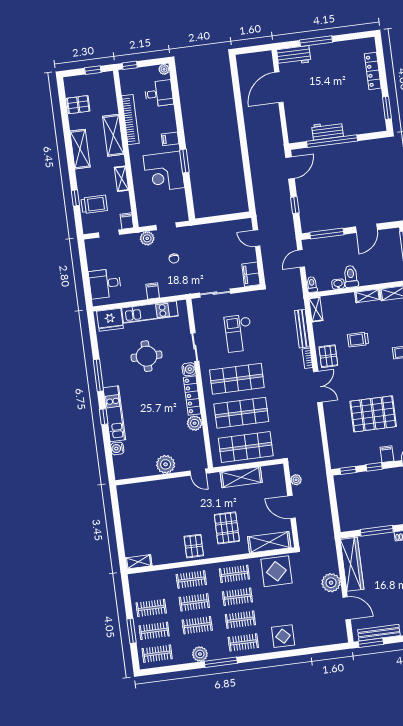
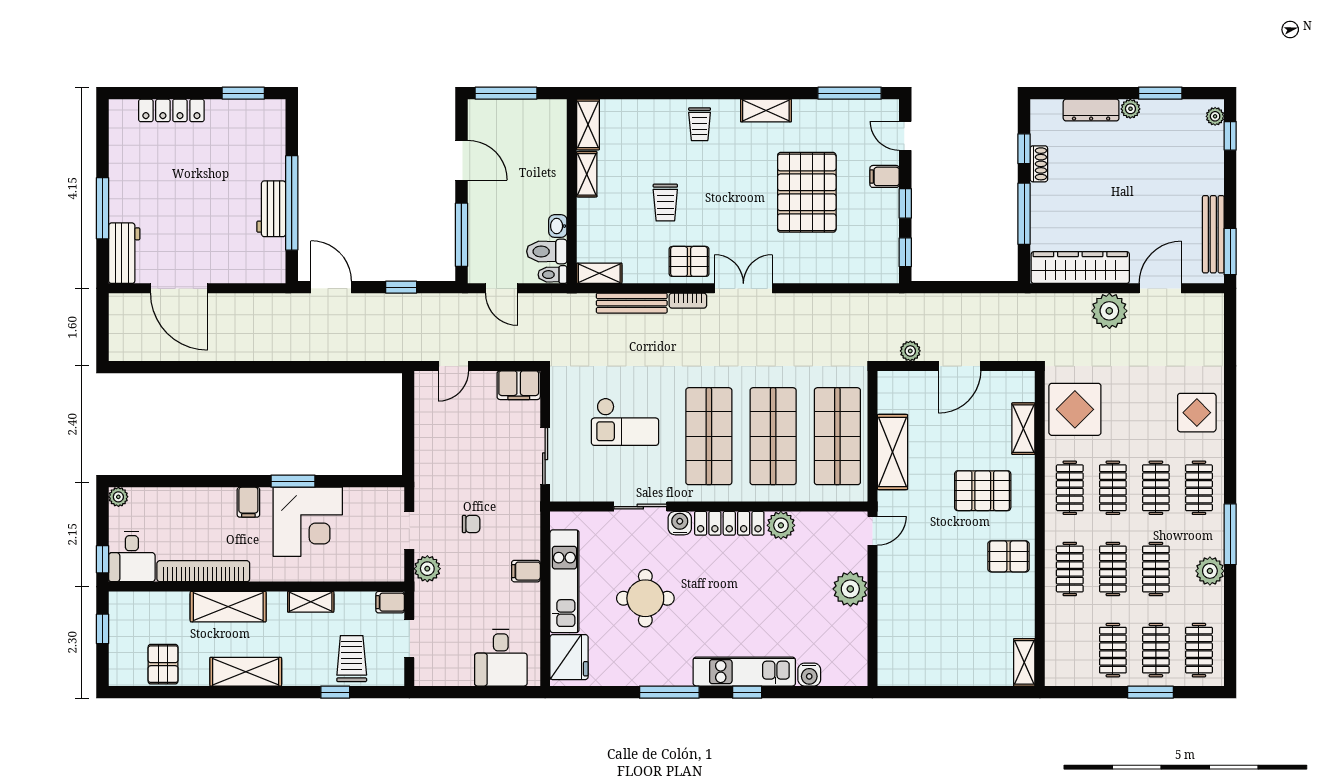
desk: (159, 94) -> (132, 557), moved, turned 180
toilet: (351, 276) -> (547, 251), moved
shelving: (269, 542) -> (1023, 429), width x0.67, depth x0.75

